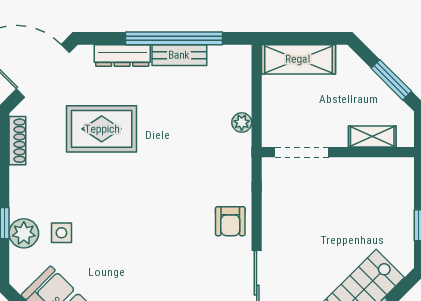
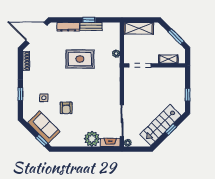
window: (174, 38) -> (89, 20), width x0.32
rug: (102, 129) -> (80, 59), moved
armchair: (230, 221) -> (66, 108), moved
plant: (24, 233) -> (29, 98), removed

